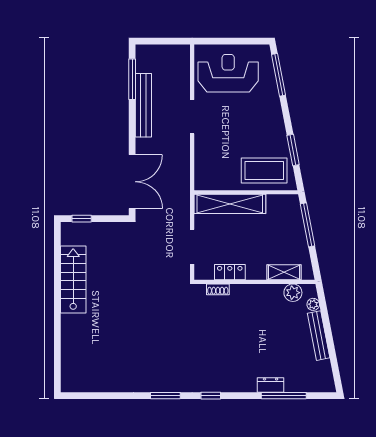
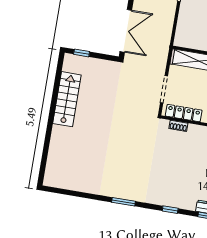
locker: (230, 272) -> (184, 113), width x1.53
window: (211, 396) -> (170, 210), moved

